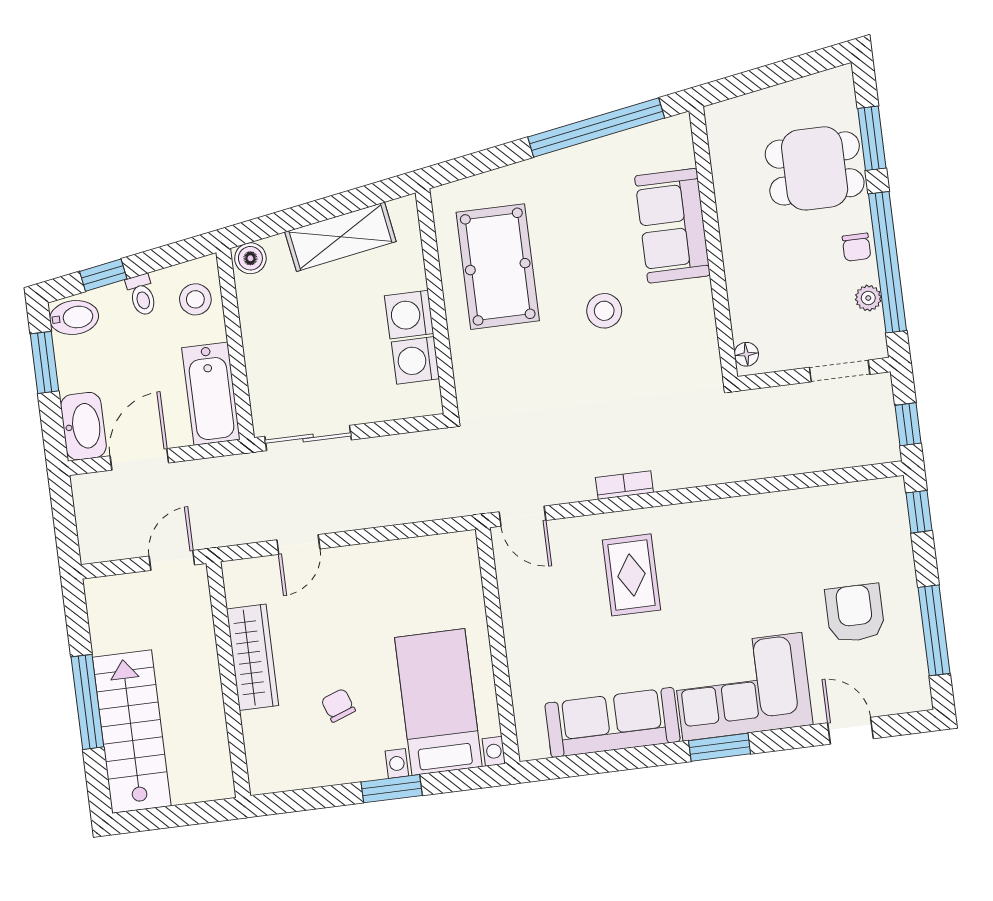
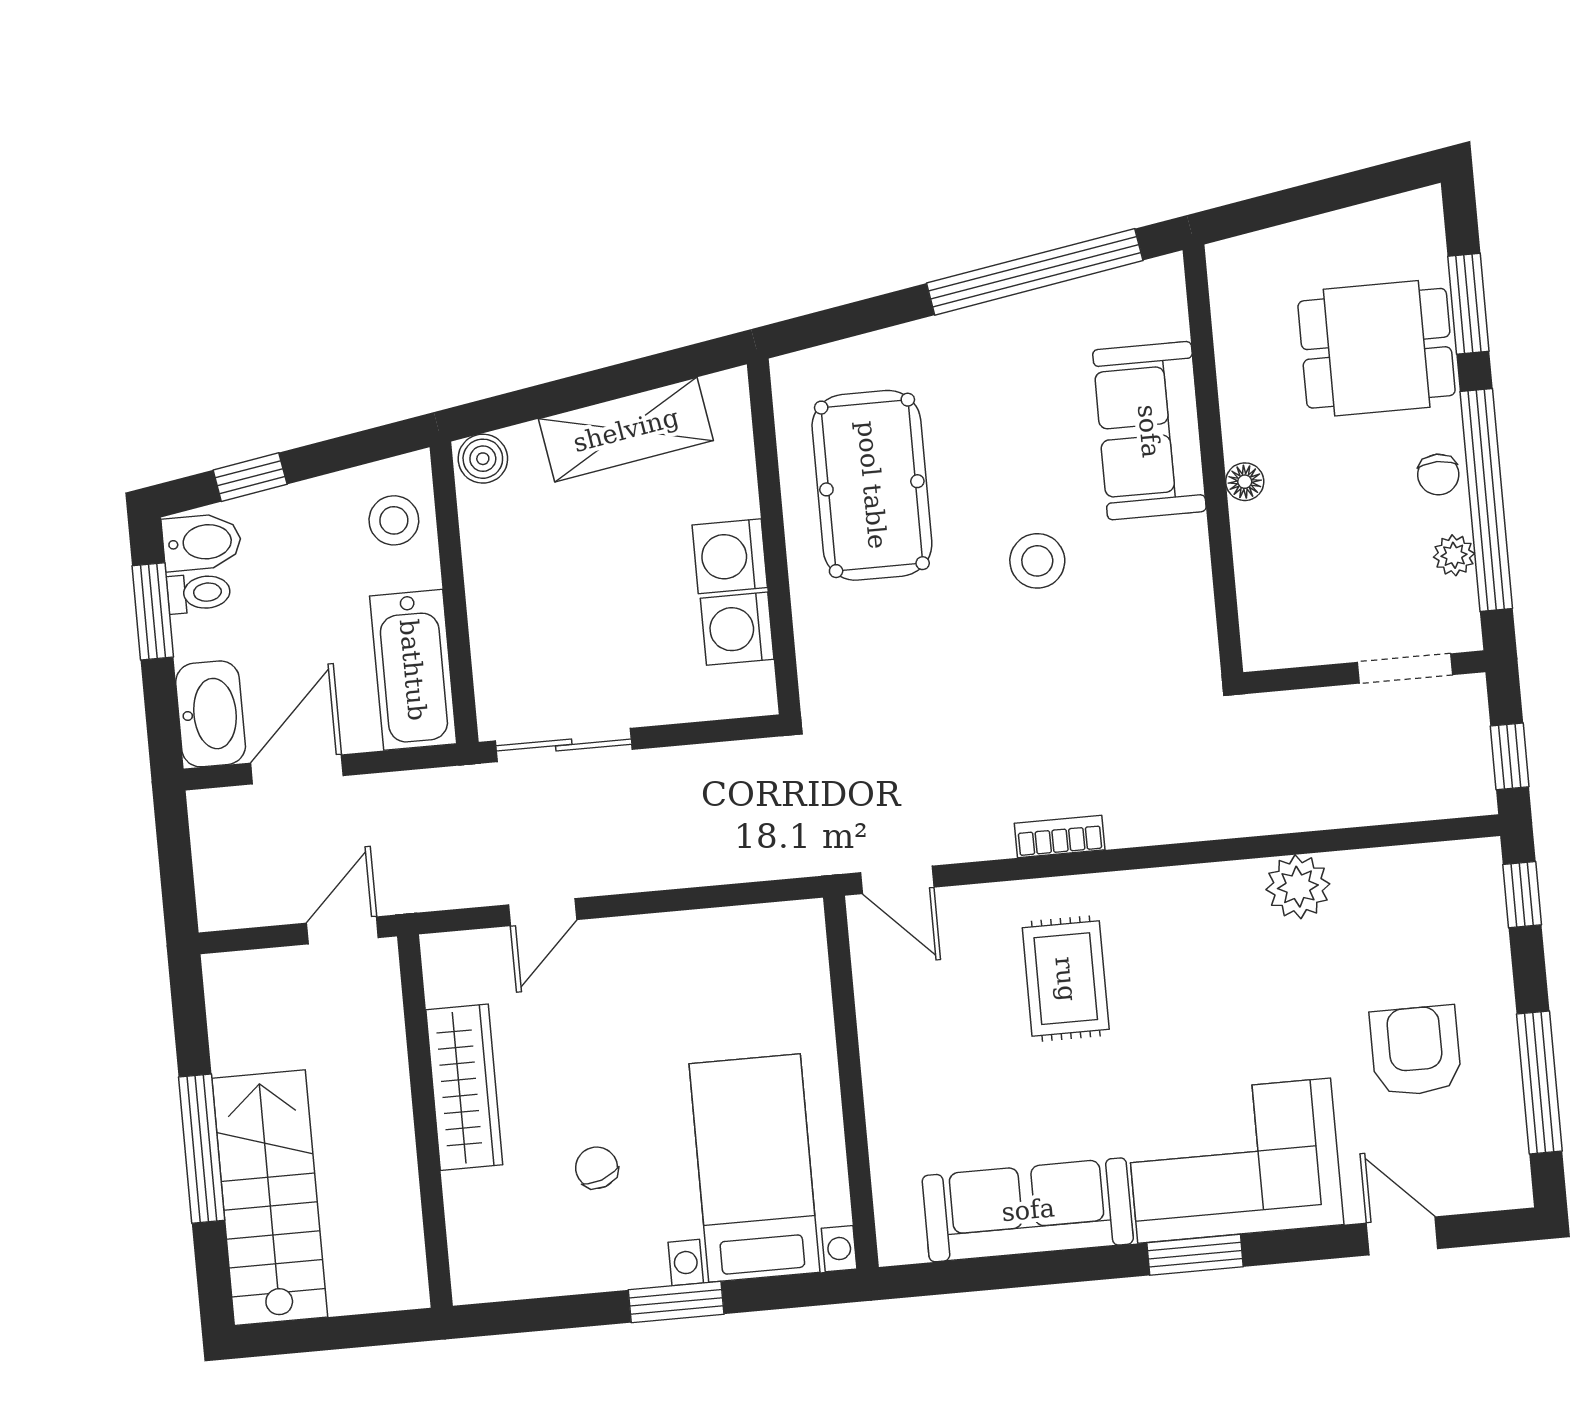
toilet: (142, 295) -> (199, 593), moved, turned -81
floor lamp: (746, 354) -> (1245, 482), moved
plant: (777, 512) -> (1298, 887), added

